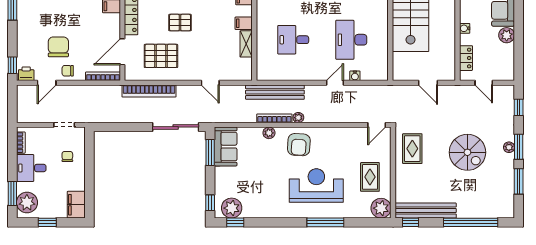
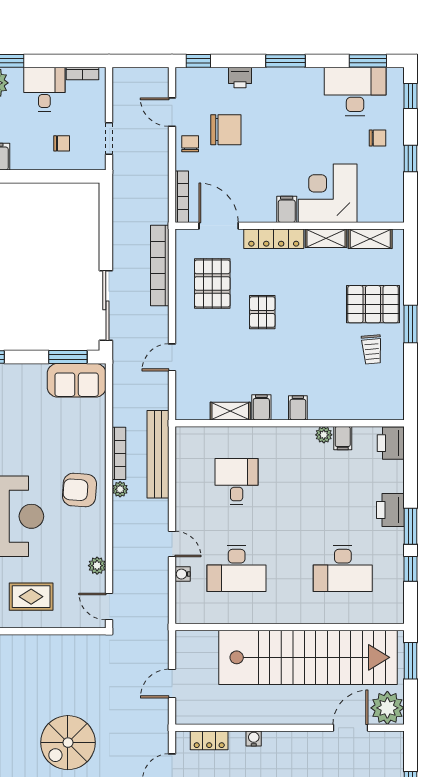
desk: (351, 40) -> (237, 569), turned 180
printer: (26, 74) -> (240, 77), moved, turned 90
plant: (269, 133) -> (97, 566), moved
rug: (412, 149) -> (73, 660), removed

